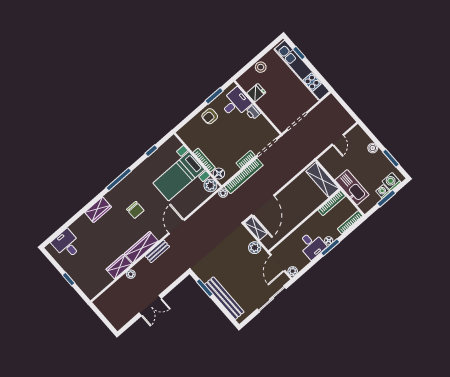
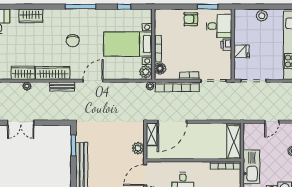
fridge: (256, 93) -> (242, 51), moved
wardrobe: (98, 210) -> (31, 16), moved

